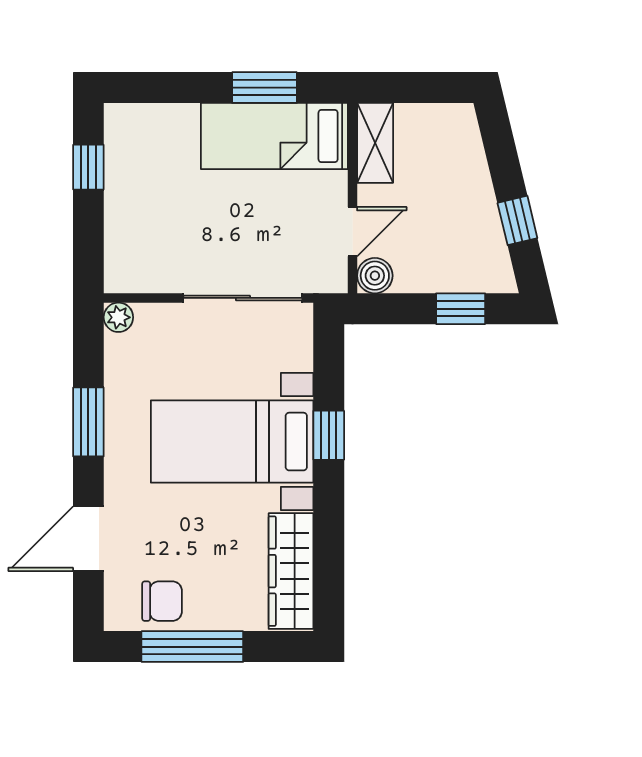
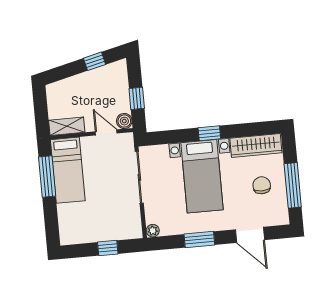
window: (264, 88) -> (47, 176), width x1.44
window: (88, 167) -> (108, 248), moved
window: (461, 309) -> (137, 98), moved
window: (329, 435) -> (209, 133), moved
chair: (162, 601) -> (262, 185), moved

